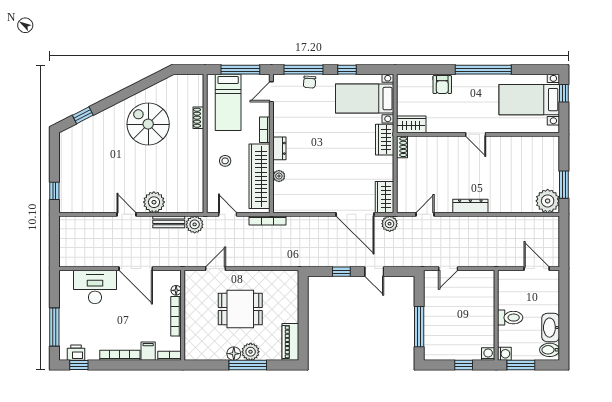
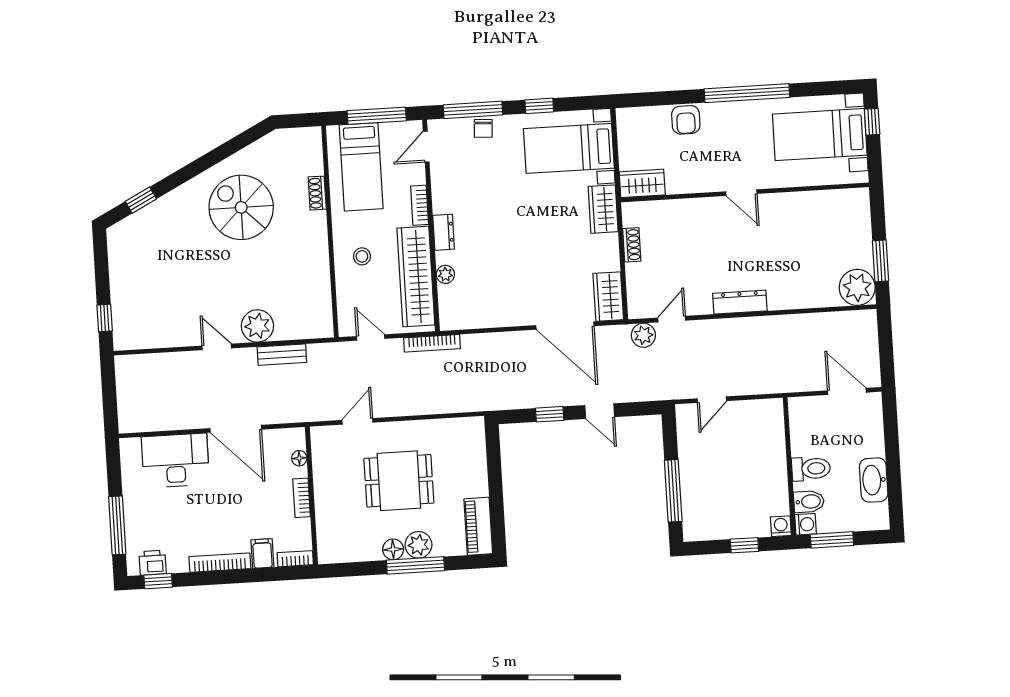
shoe rack: (402, 147) -> (632, 245), moved
plant: (195, 224) -> (321, 356), removed
plant: (390, 224) -> (643, 335), moved
bookcase: (176, 316) -> (302, 498), width x0.64
bidet: (550, 350) -> (809, 502), moved, turned 180

